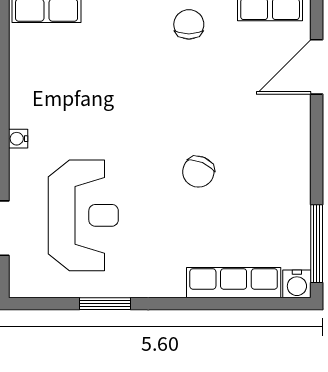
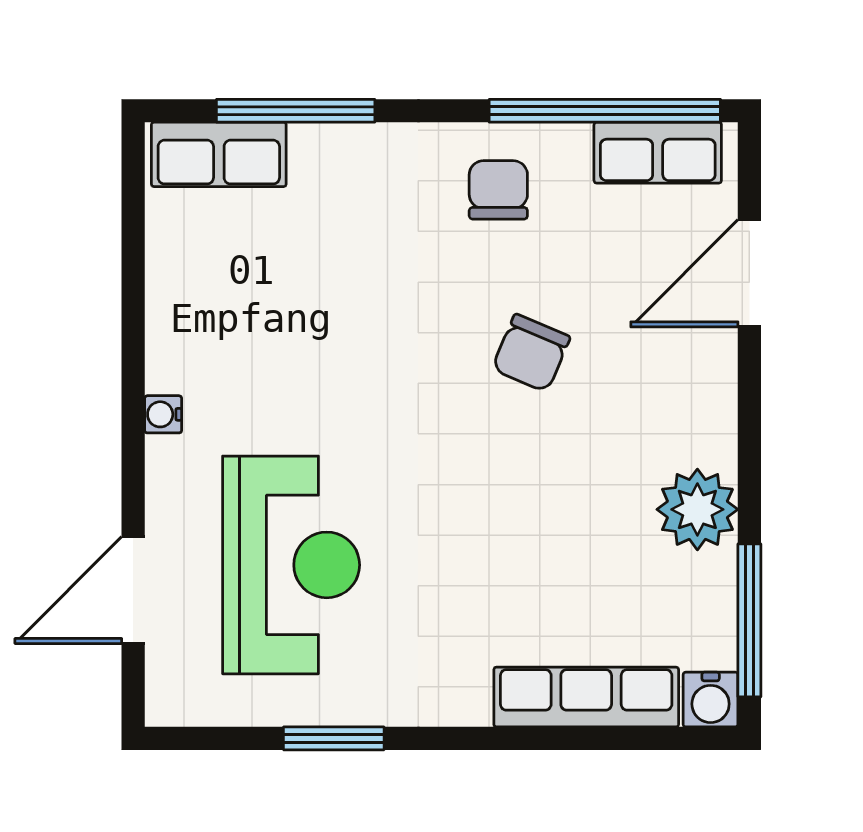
chair: (198, 172) -> (531, 353), moved
plant: (290, 187) -> (697, 509), added

